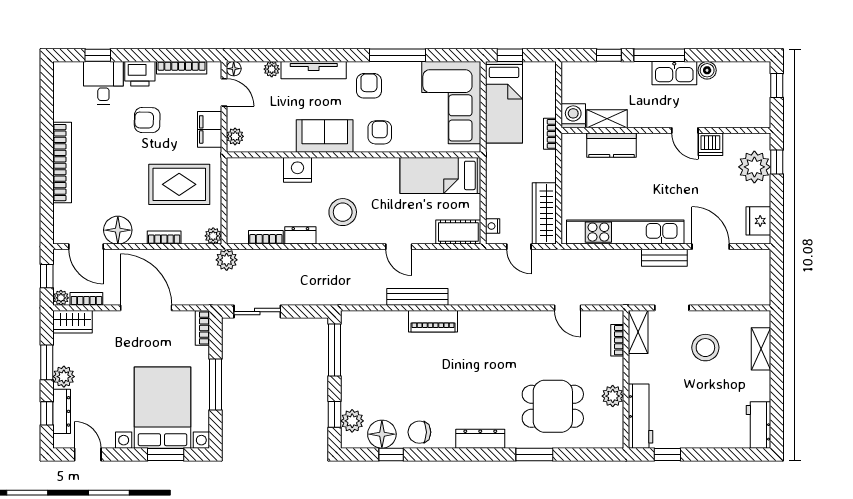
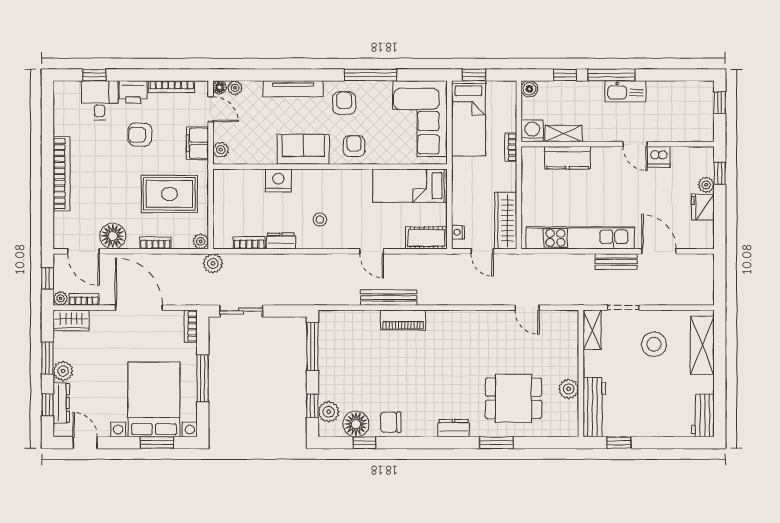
plant: (272, 69) -> (235, 88), moved
boiler: (707, 70) -> (529, 89), moved
plant: (754, 167) -> (706, 185), width x0.53, depth x0.53
stool: (343, 212) -> (320, 219), width x0.53, depth x0.53
fridge: (758, 221) -> (703, 207), moved
bookcase: (617, 340) -> (573, 337), removed
shelving: (761, 349) -> (702, 345), width x1.50, depth x1.33
dresser: (480, 439) -> (454, 428), width x0.70

